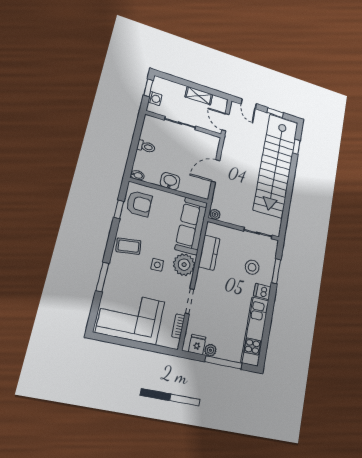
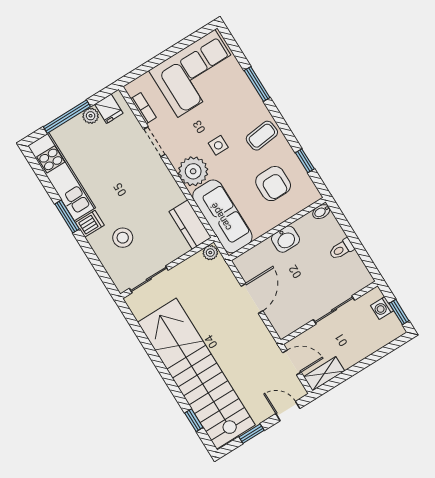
shelving: (199, 96) -> (324, 374), moved
armchair: (139, 204) -> (273, 184), moved, turned -90
kitchen counter: (209, 253) -> (190, 225), moved
window: (276, 271) -> (67, 217), moved

